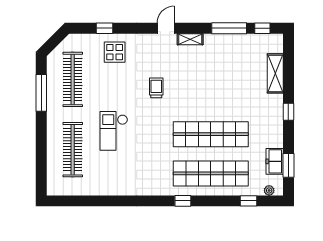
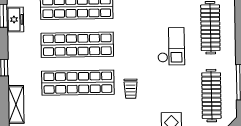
shop shelf: (211, 95) -> (78, 83), added

